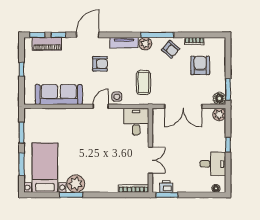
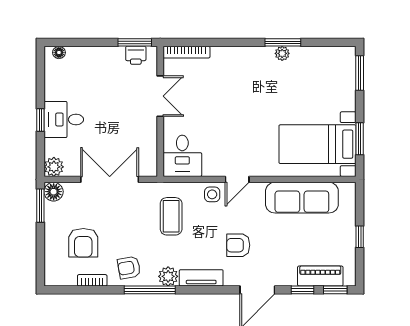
armchair: (171, 49) -> (129, 268), turned -51
double door: (150, 160) -> (160, 96), swing flipped
window: (22, 164) -> (360, 73), moved
desk: (213, 164) -> (64, 119), moved
bed with nightstands: (45, 168) -> (317, 144), moved, turned 90
plant: (76, 184) -> (282, 53), width x0.53, depth x0.53

